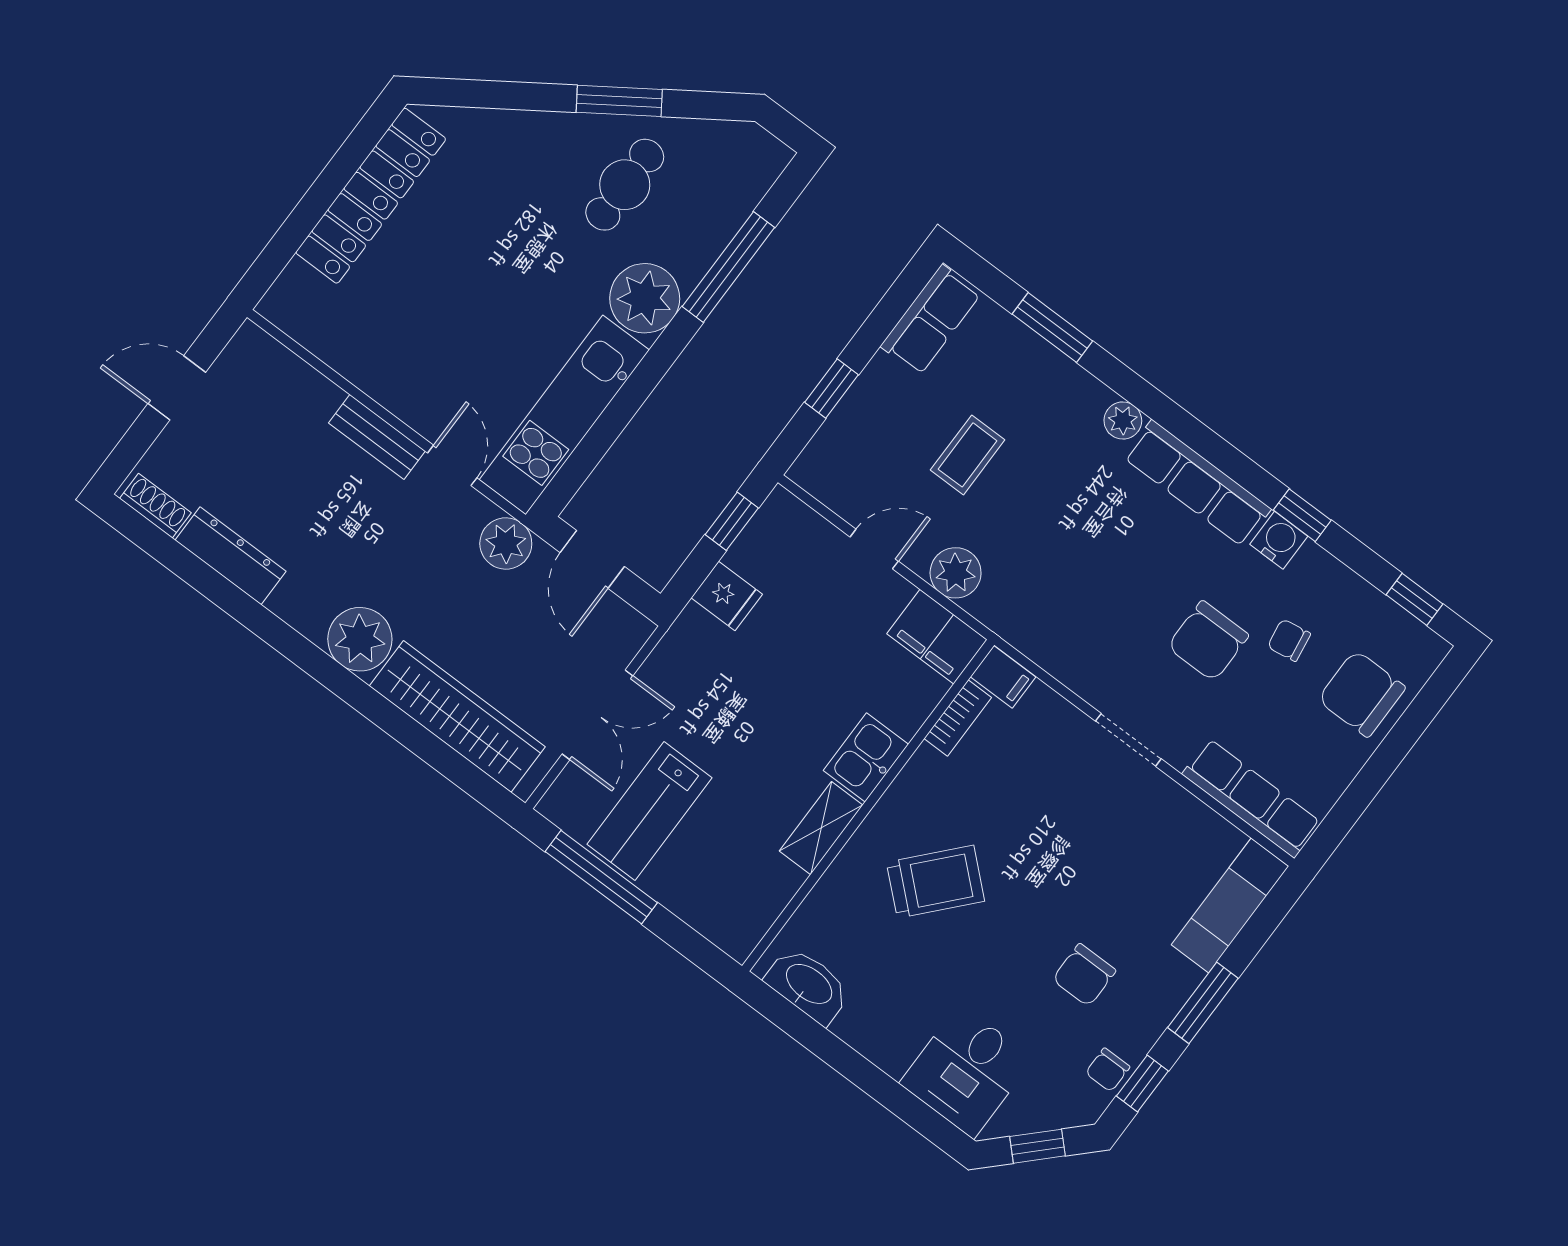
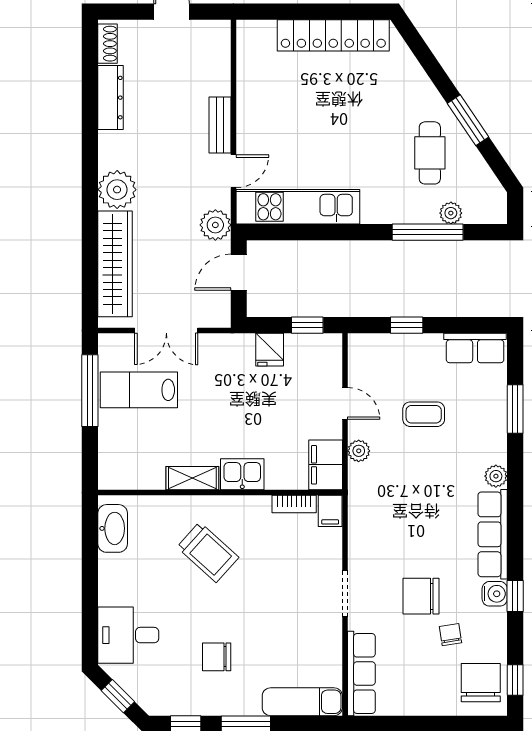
cafe table: (625, 185) -> (430, 153), turned 90
plant: (645, 298) -> (451, 213), moved, width x0.53, depth x0.53
plant: (956, 573) -> (359, 451), width x0.73, depth x0.73
chair: (1361, 694) -> (481, 683), moved
chair: (1108, 1070) -> (180, 702), removed

